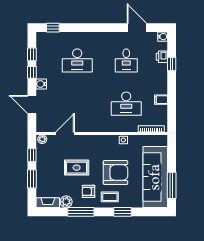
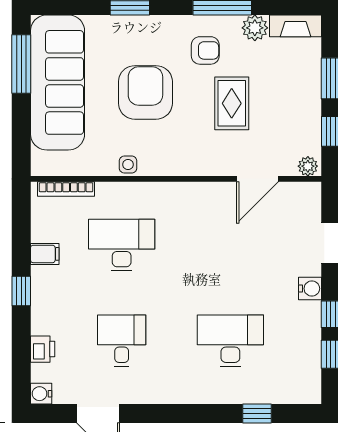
window: (53, 28) -> (257, 414), moved
window: (172, 64) -> (21, 291), moved
rug: (77, 168) -> (232, 103), turned 90
armchair: (115, 173) -> (145, 92), turned 90
coffee table: (110, 197) -> (158, 38), removed

